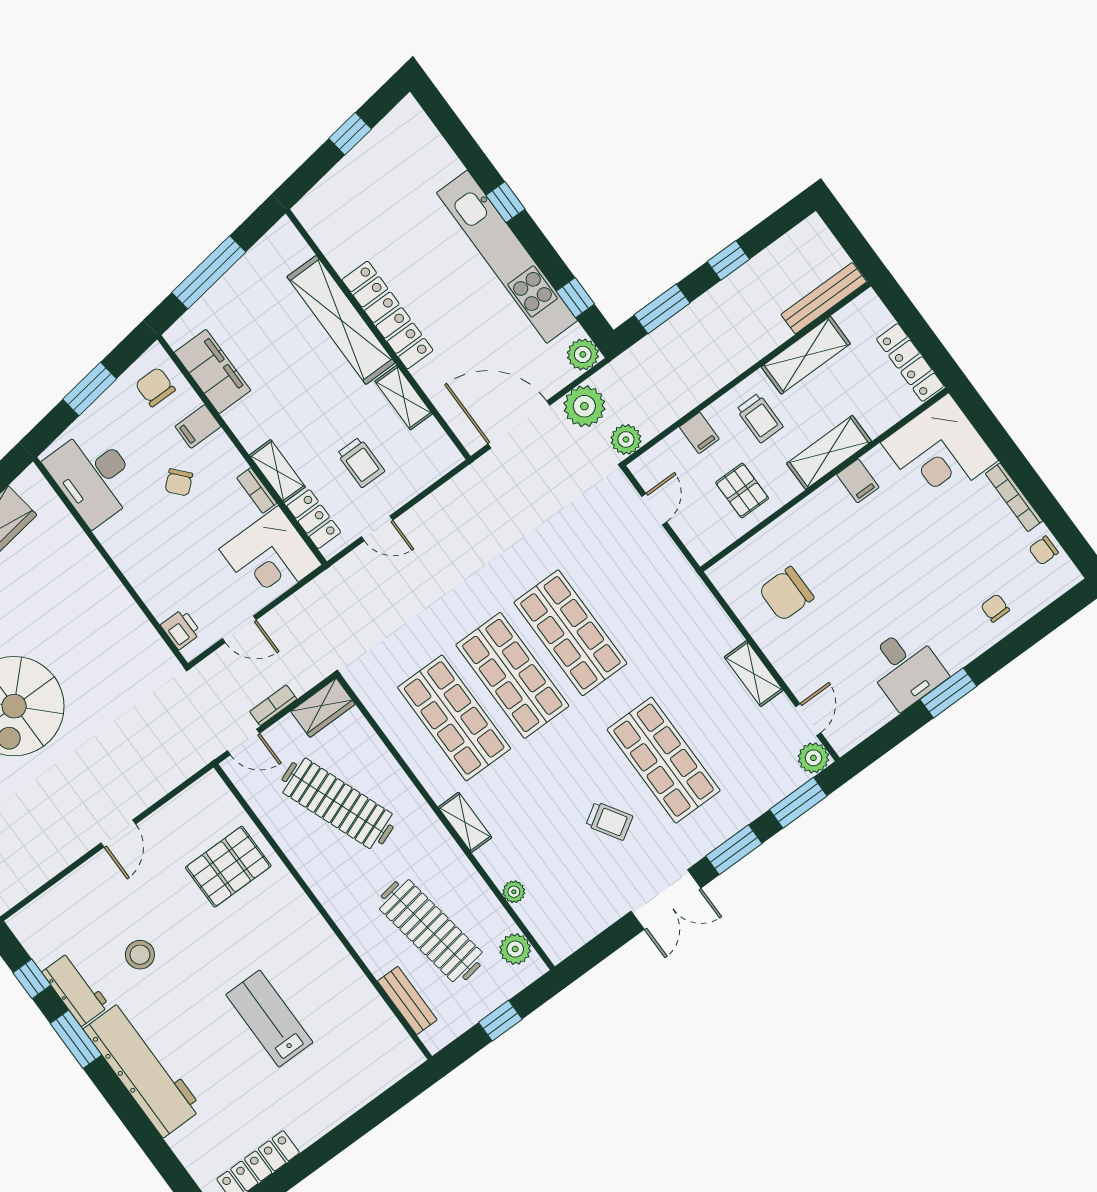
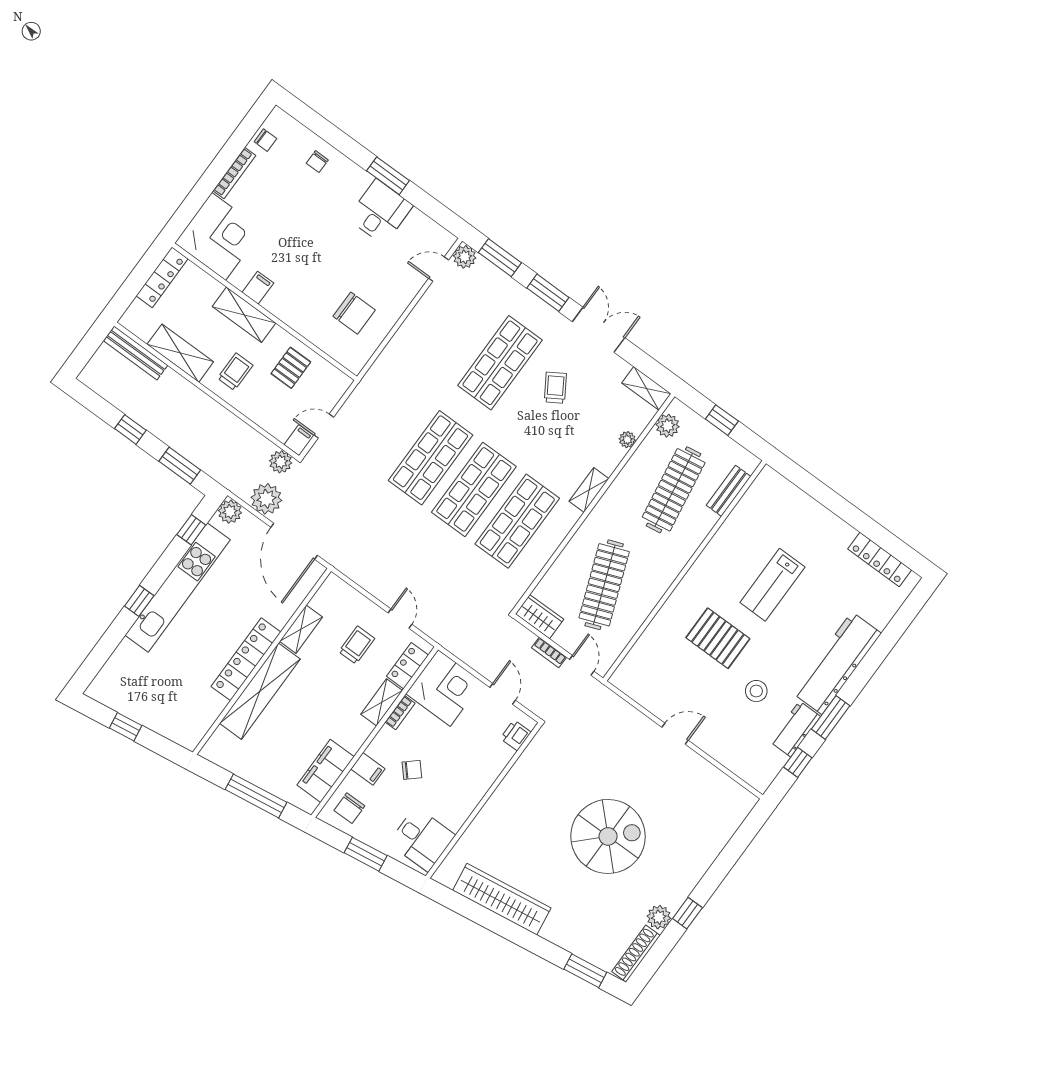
filing cabinet: (699, 433) -> (299, 440), moved
desk: (93, 476) -> (422, 839), width x0.73
shelving: (754, 674) -> (646, 388), moved, turned 90
pallet: (228, 867) -> (718, 638), moved

